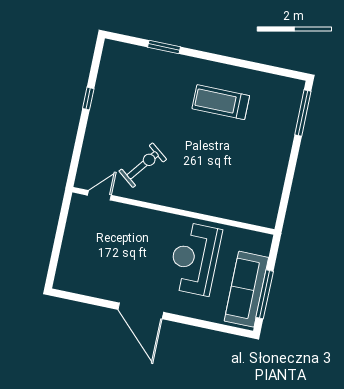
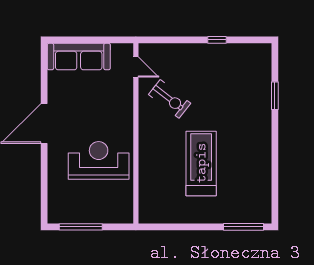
treadmill: (221, 102) -> (201, 163), moved, width x1.37, depth x1.38
sofa: (246, 289) -> (79, 57), moved, turned 180

